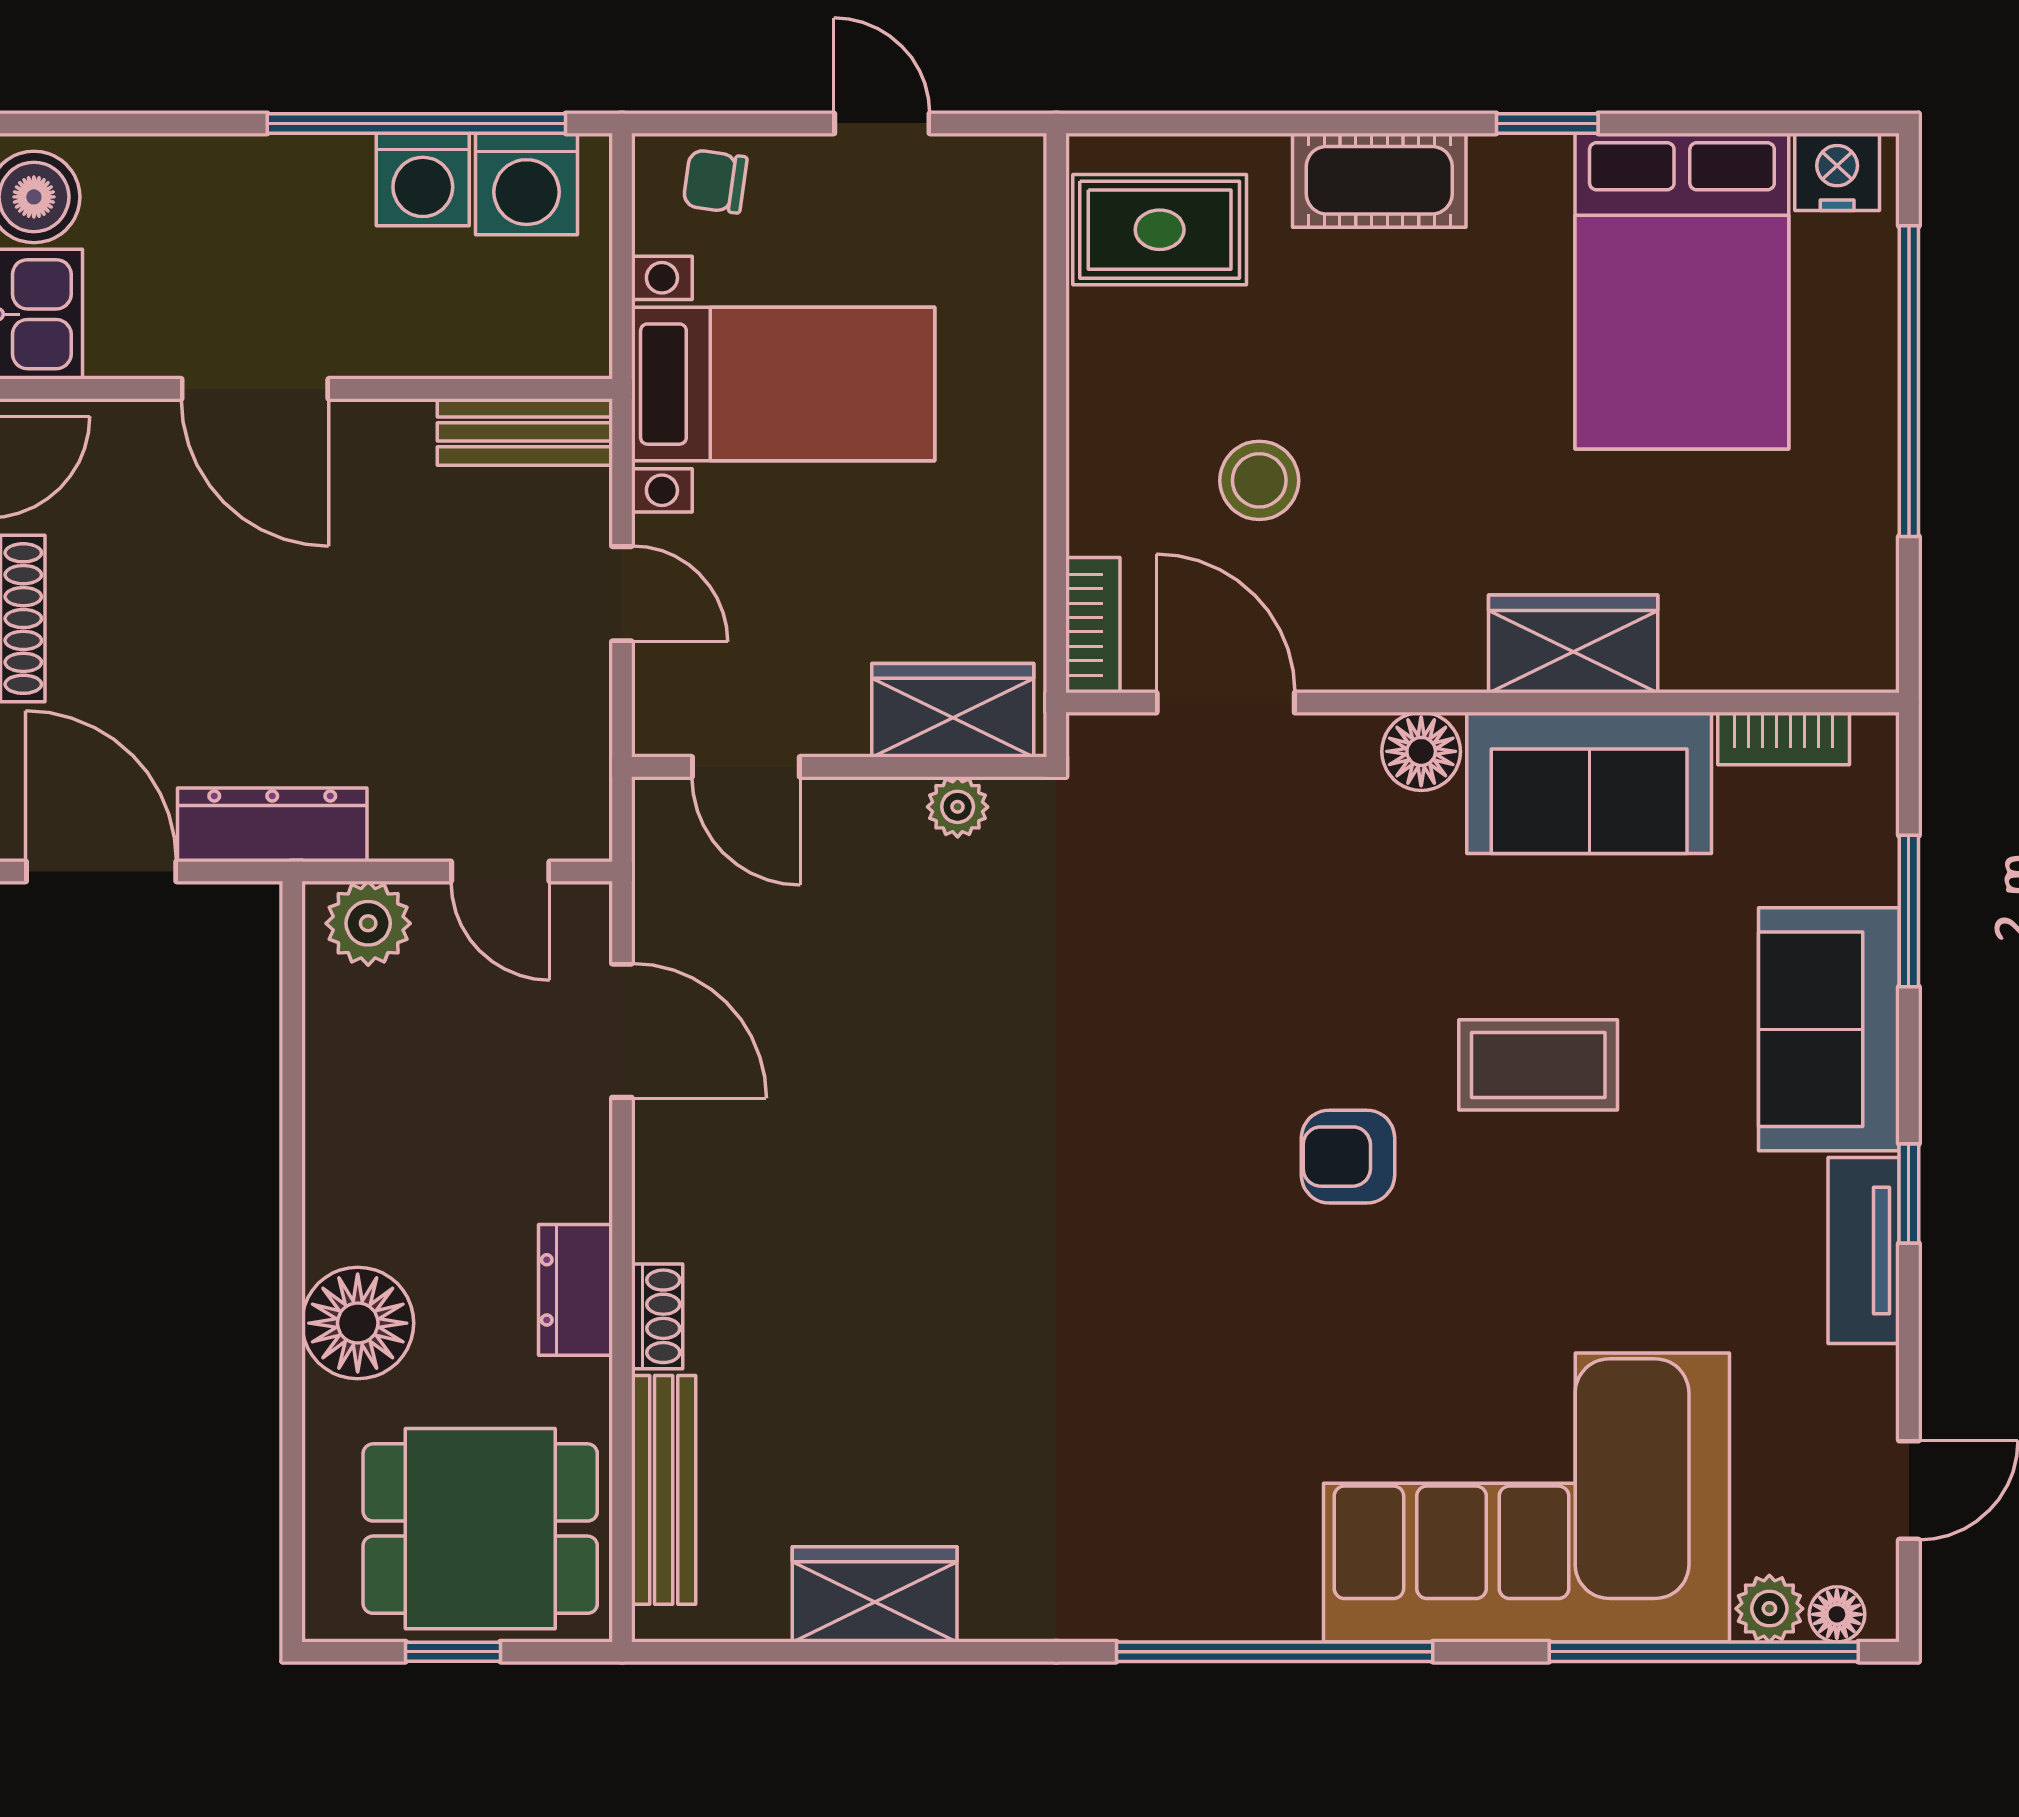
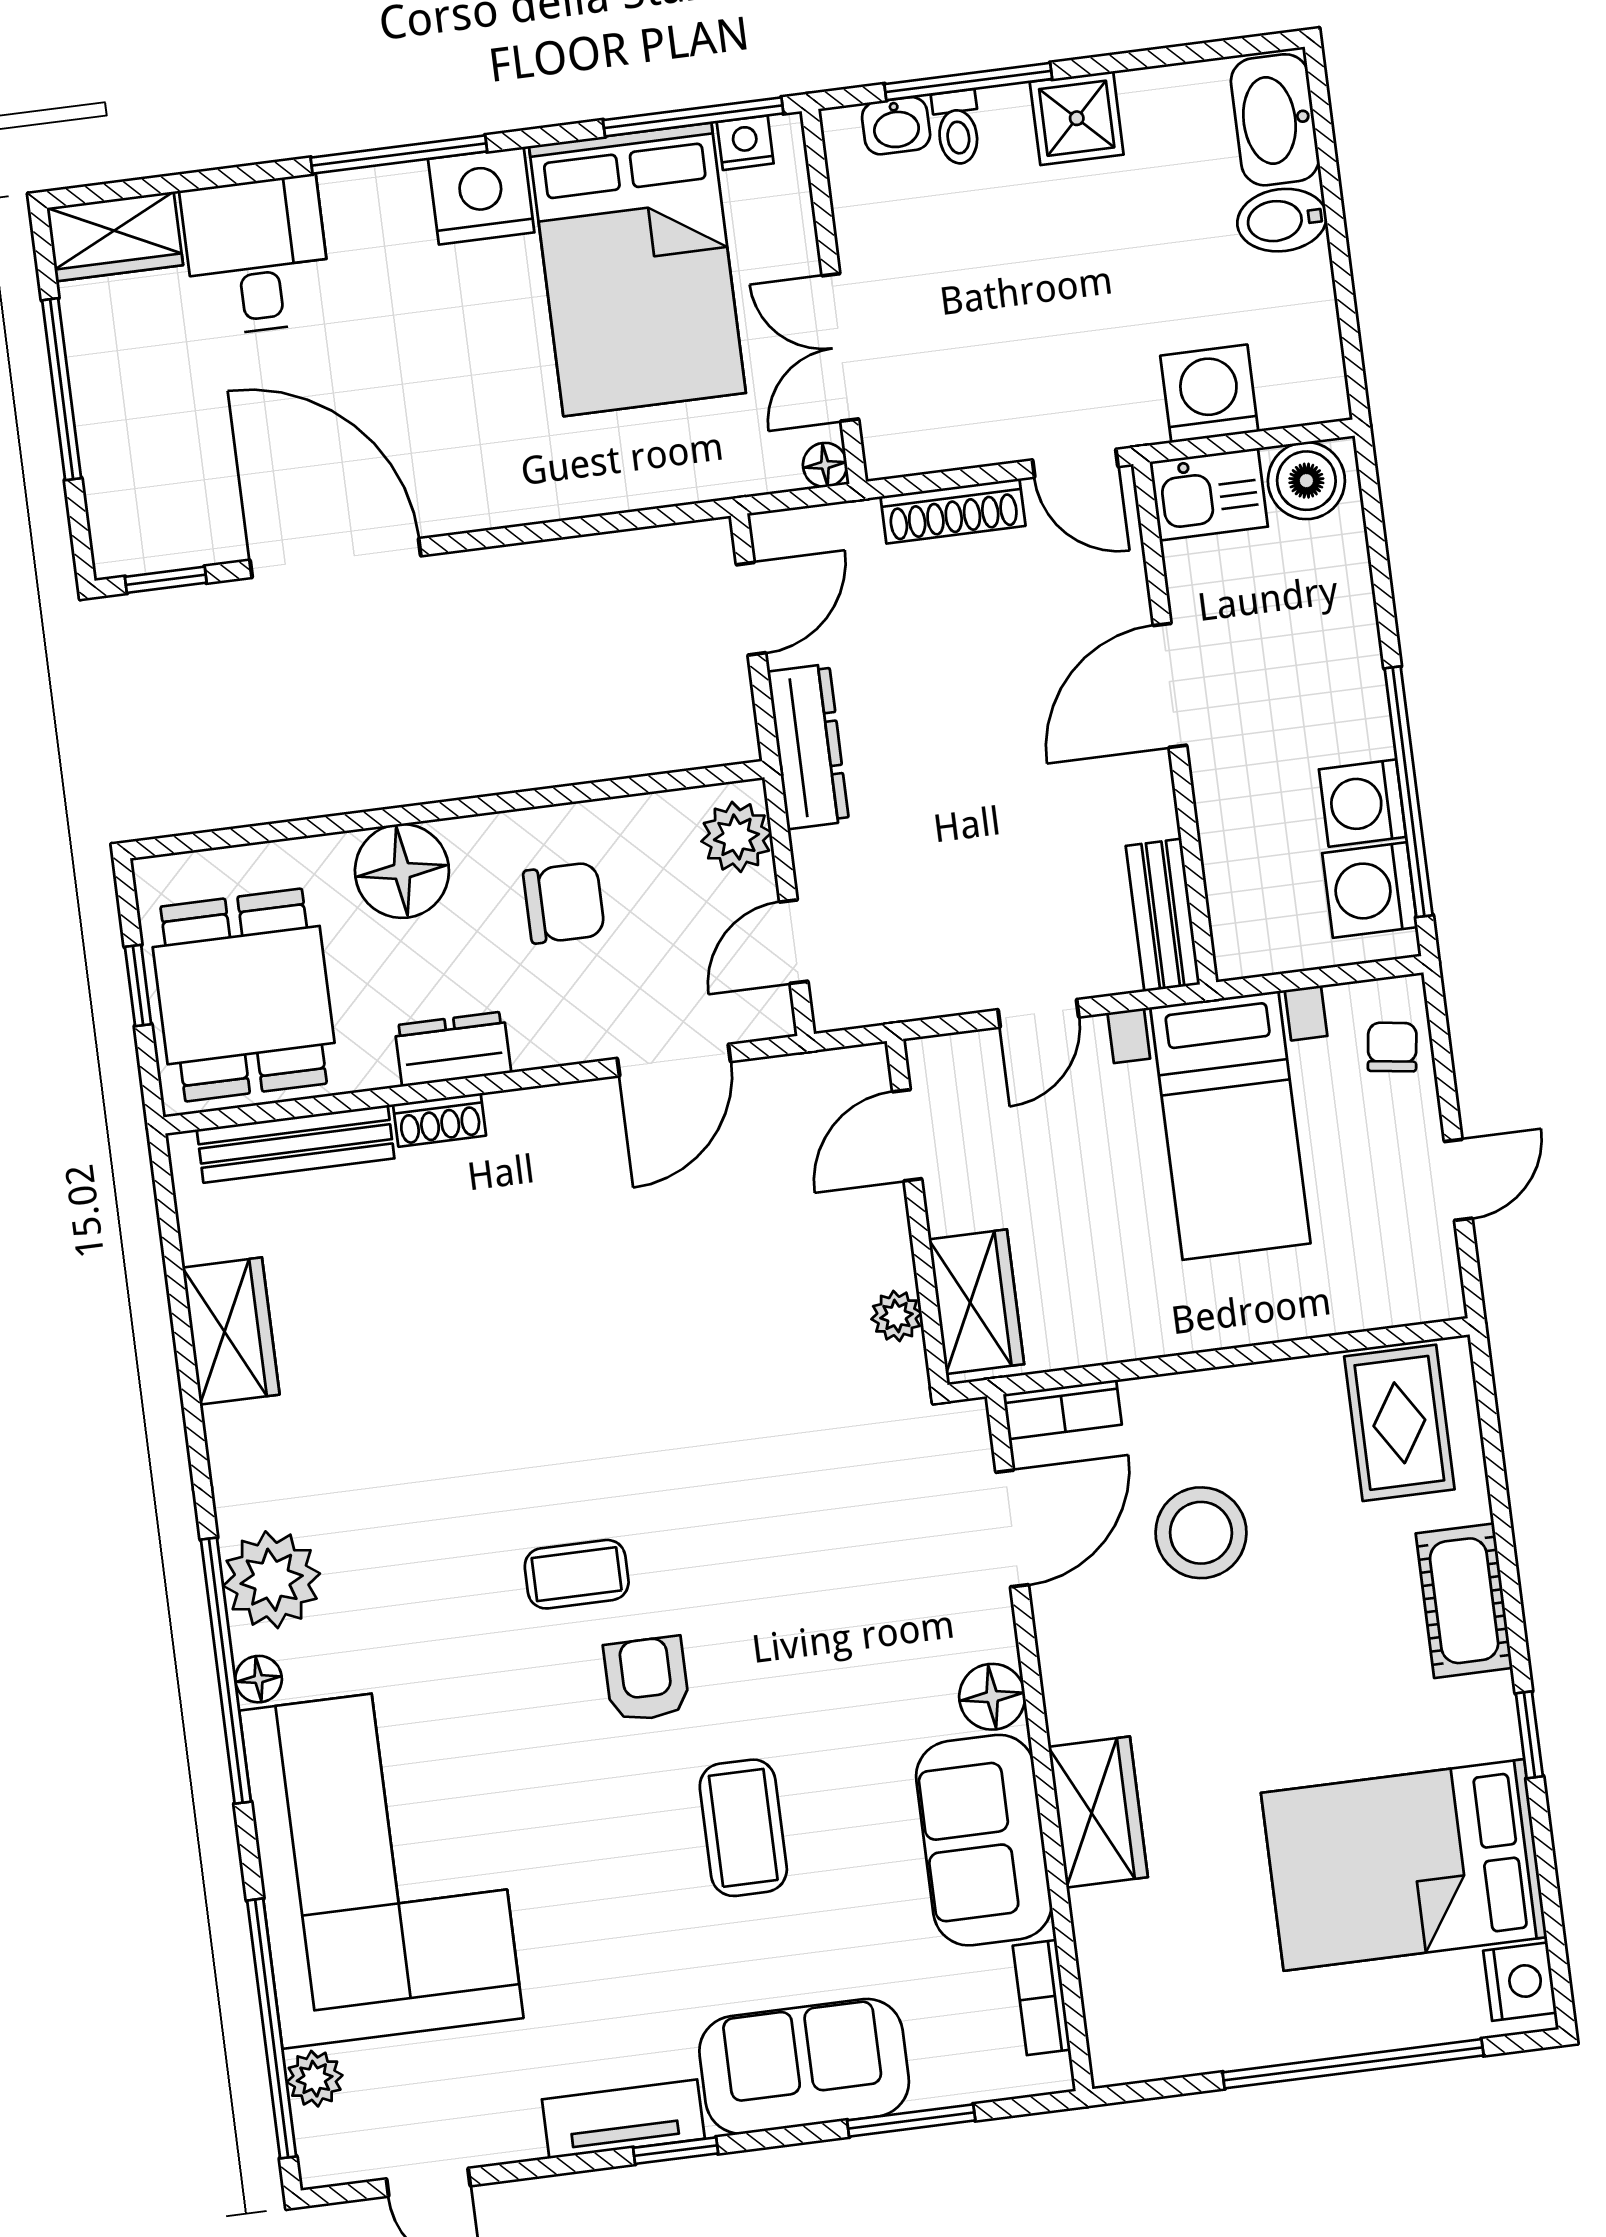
stool: (1259, 480) -> (1201, 1533), width x1.38, depth x1.38
door: (101, 871) -> (751, 609), width x0.73
chair: (420, 1137) -> (564, 903), added
coffee table: (1214, 1223) -> (577, 1574), added
plant: (1174, 1584) -> (272, 1580), added
floor lamp: (1837, 1614) -> (259, 1679), moved

